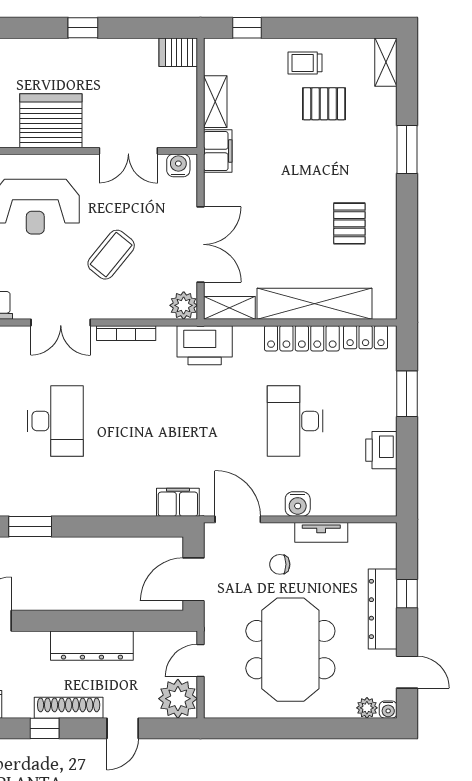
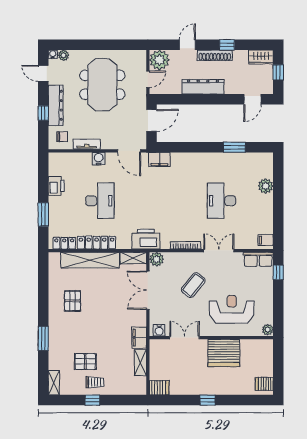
window: (247, 28) -> (92, 400), moved
chair: (280, 564) -> (62, 137), moved

